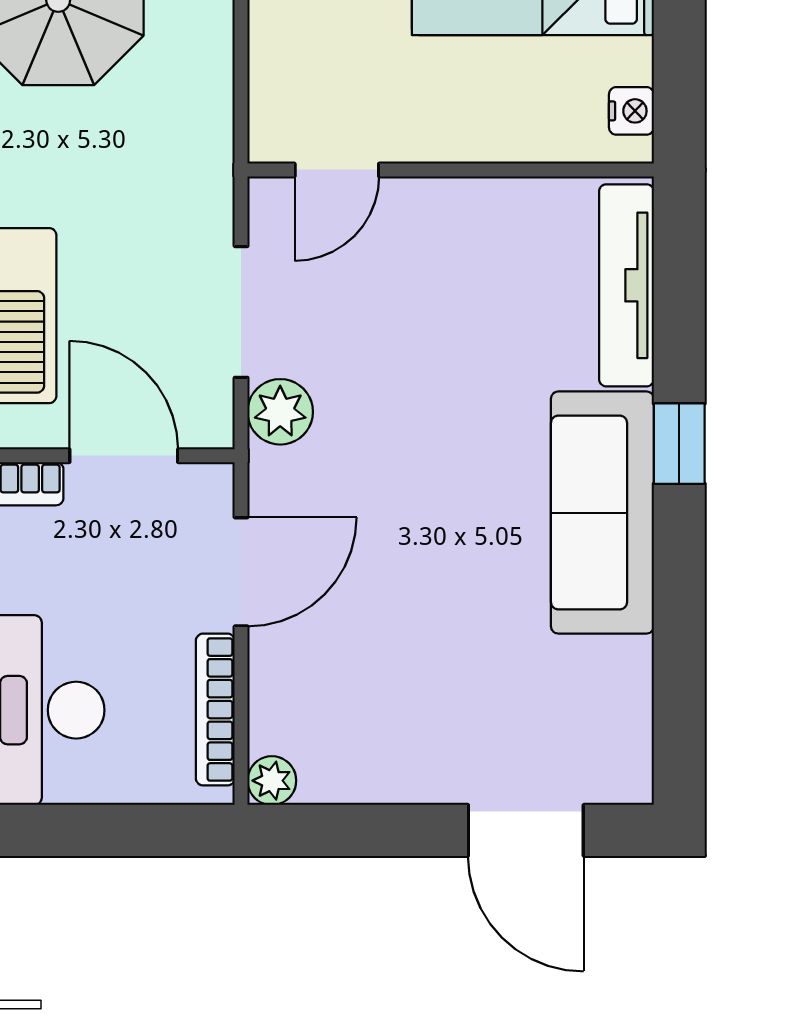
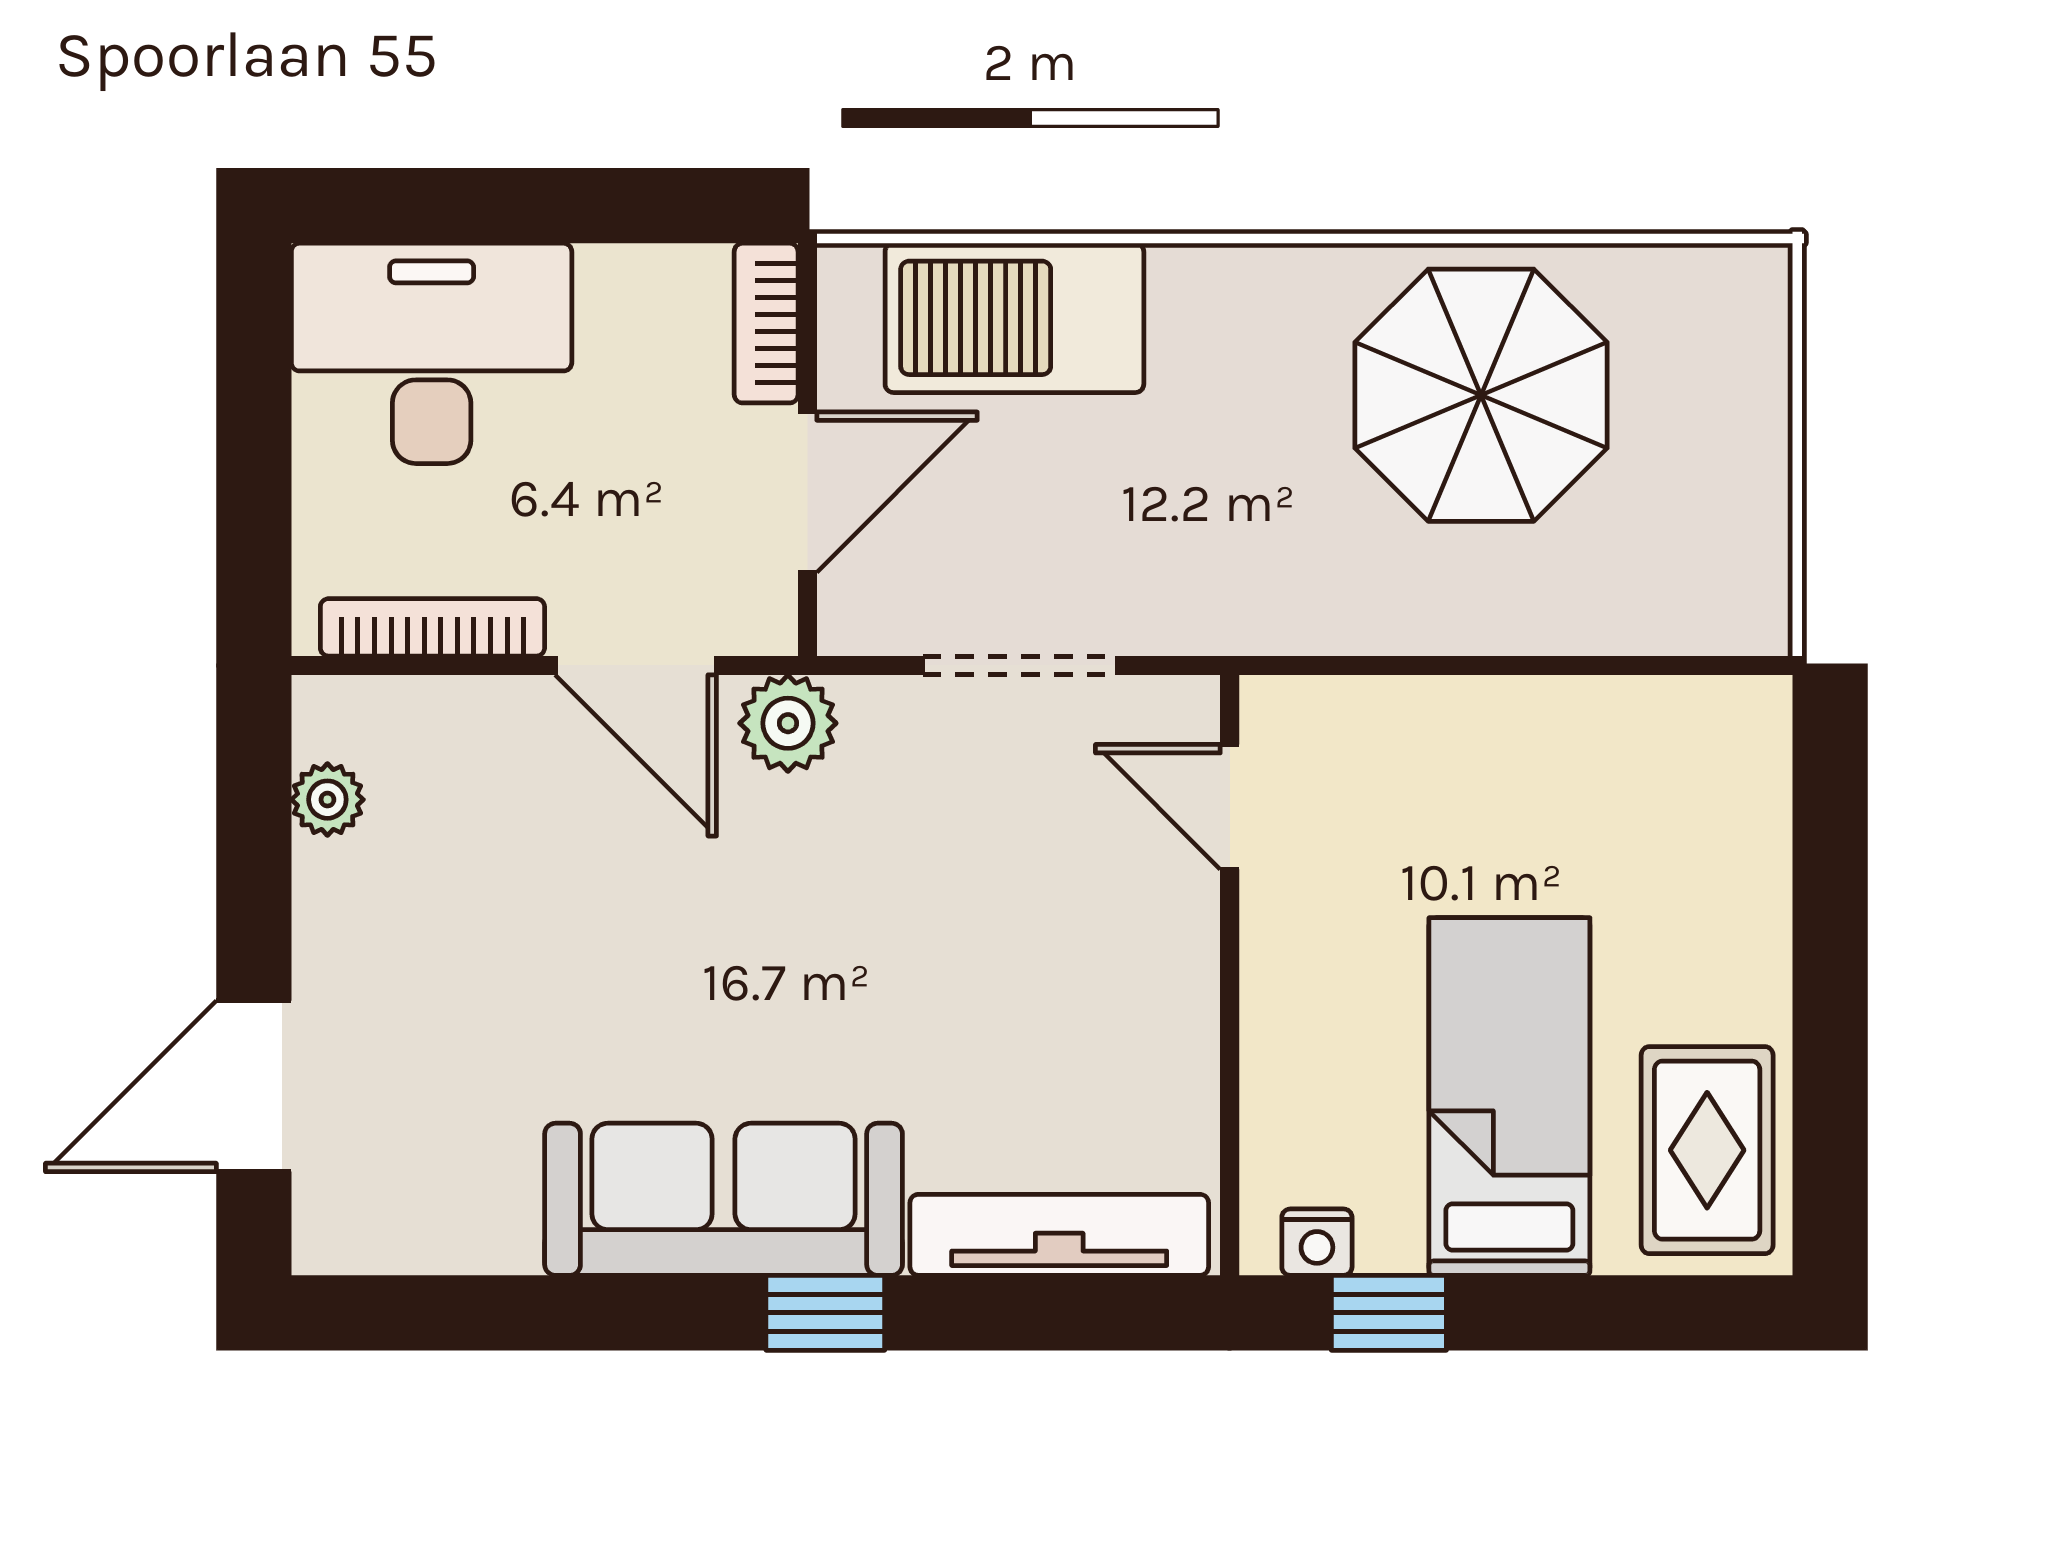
window: (679, 62) -> (1389, 1313), added
plant: (280, 412) -> (788, 723), moved
plant: (272, 781) -> (327, 800), moved

